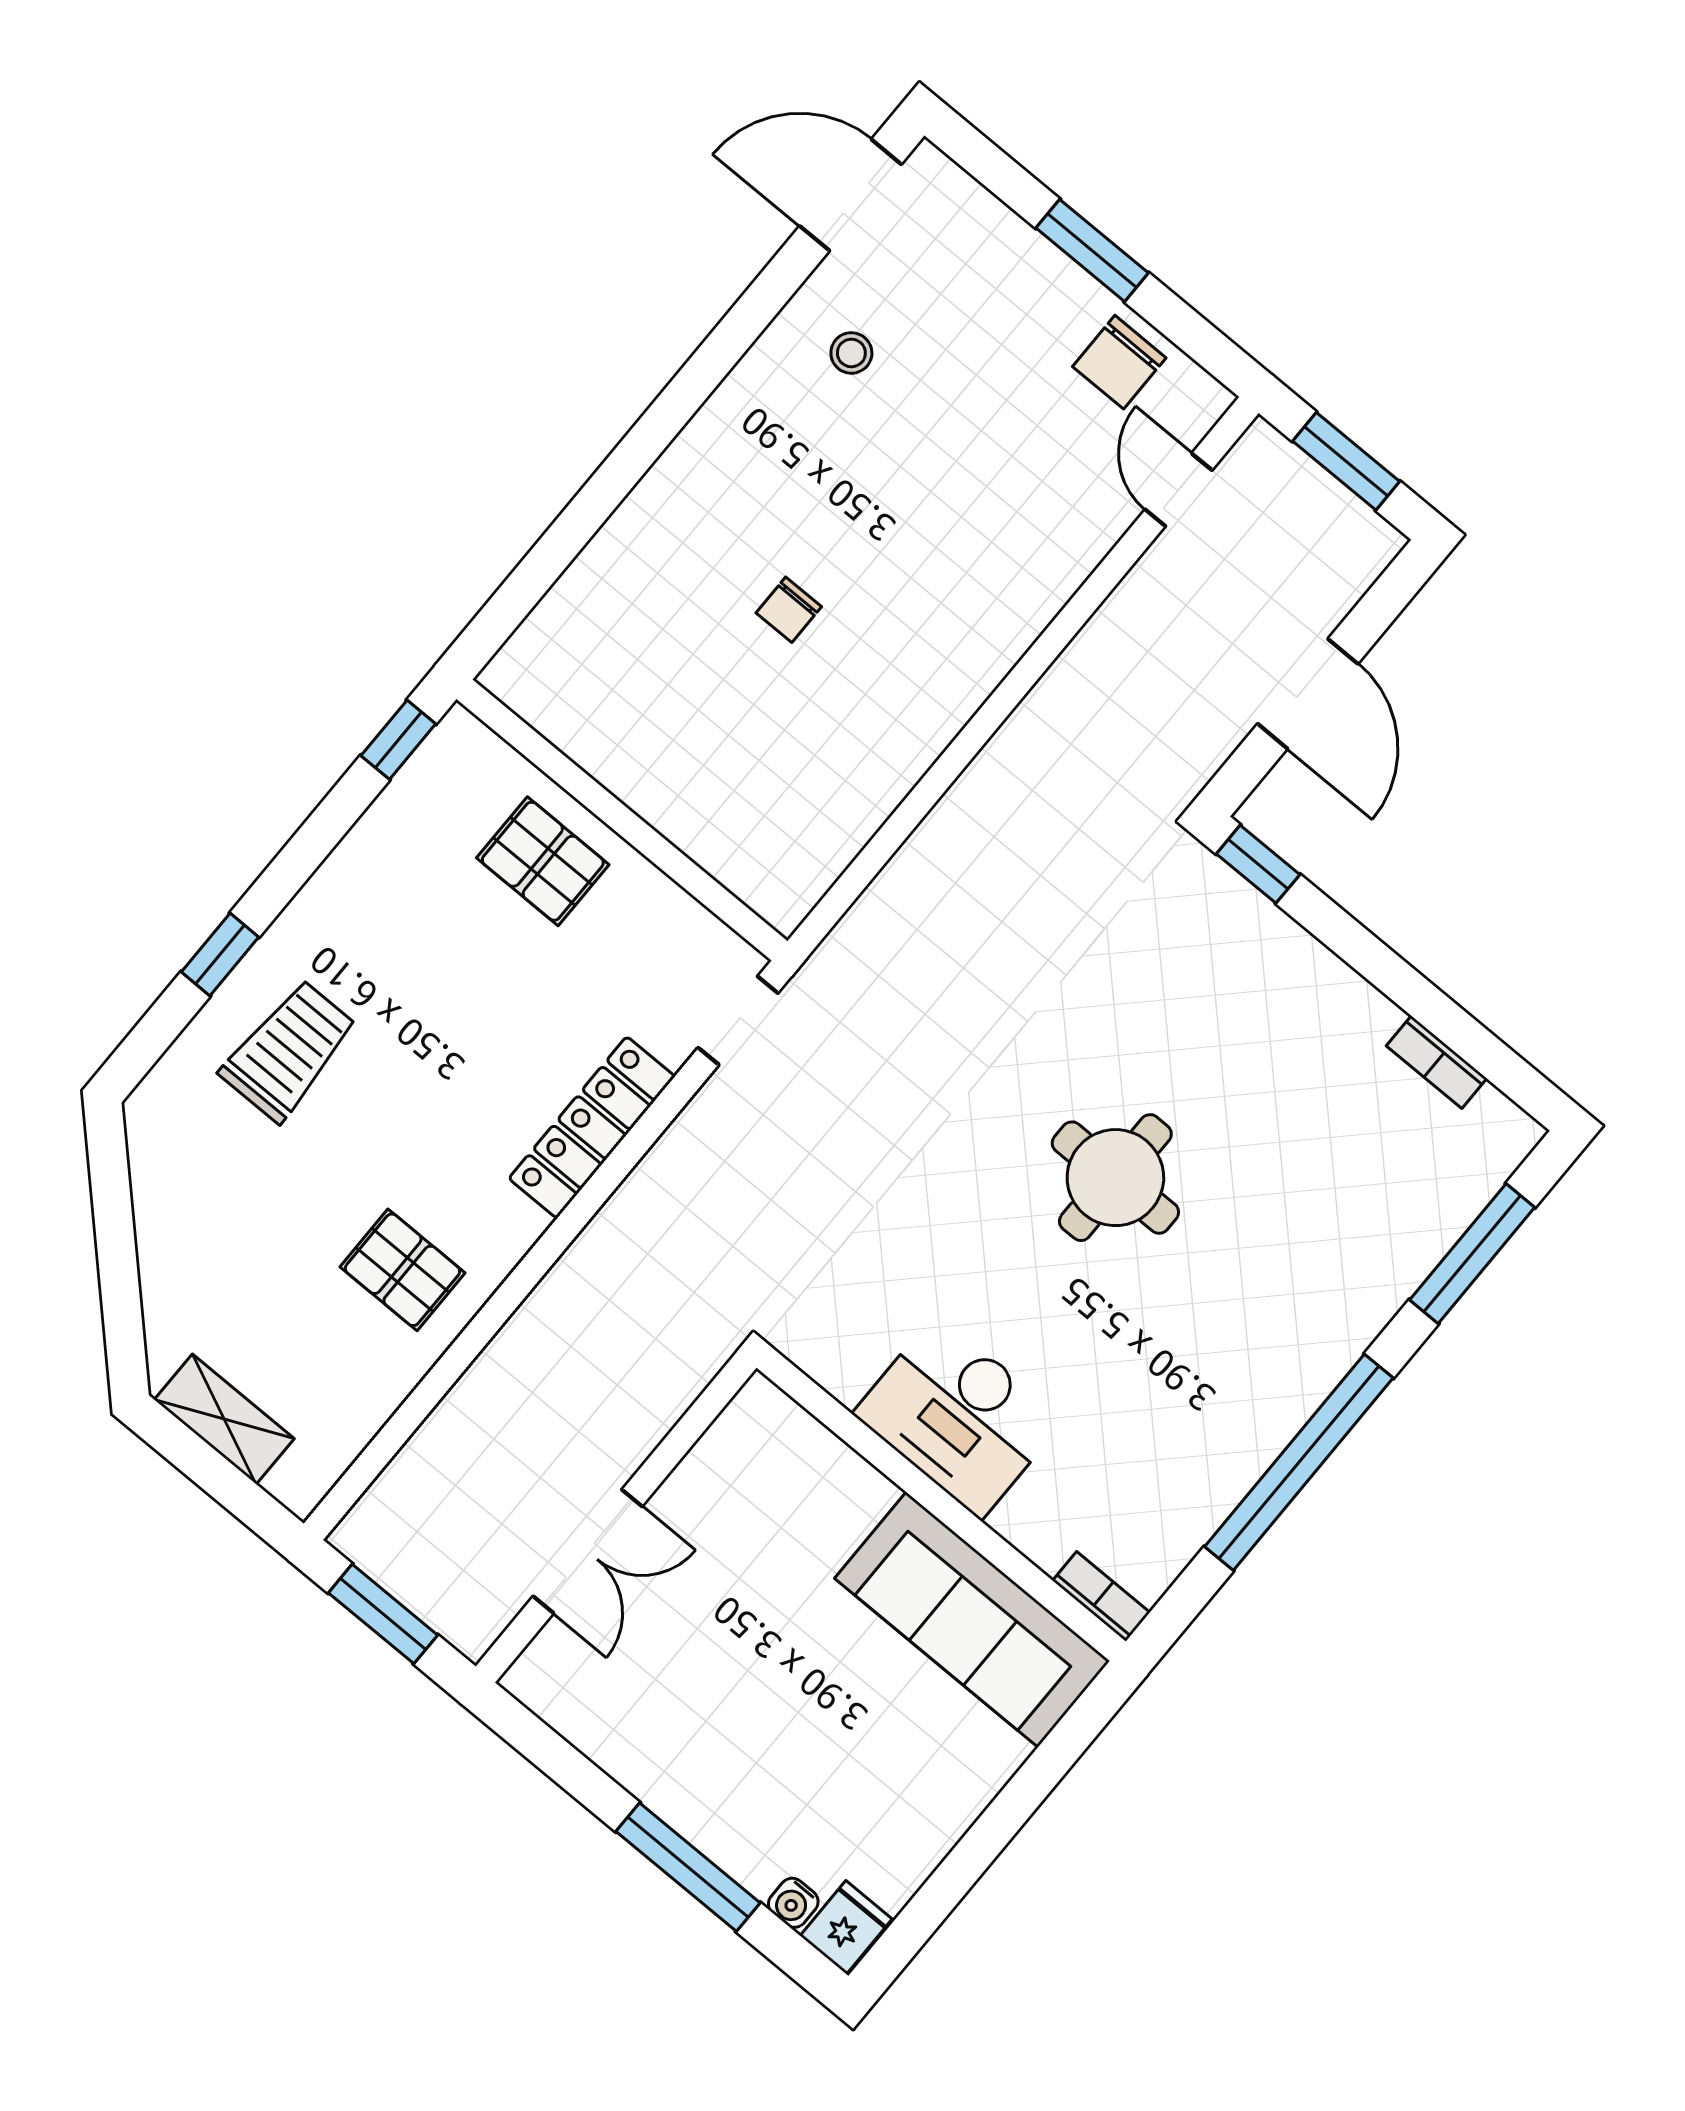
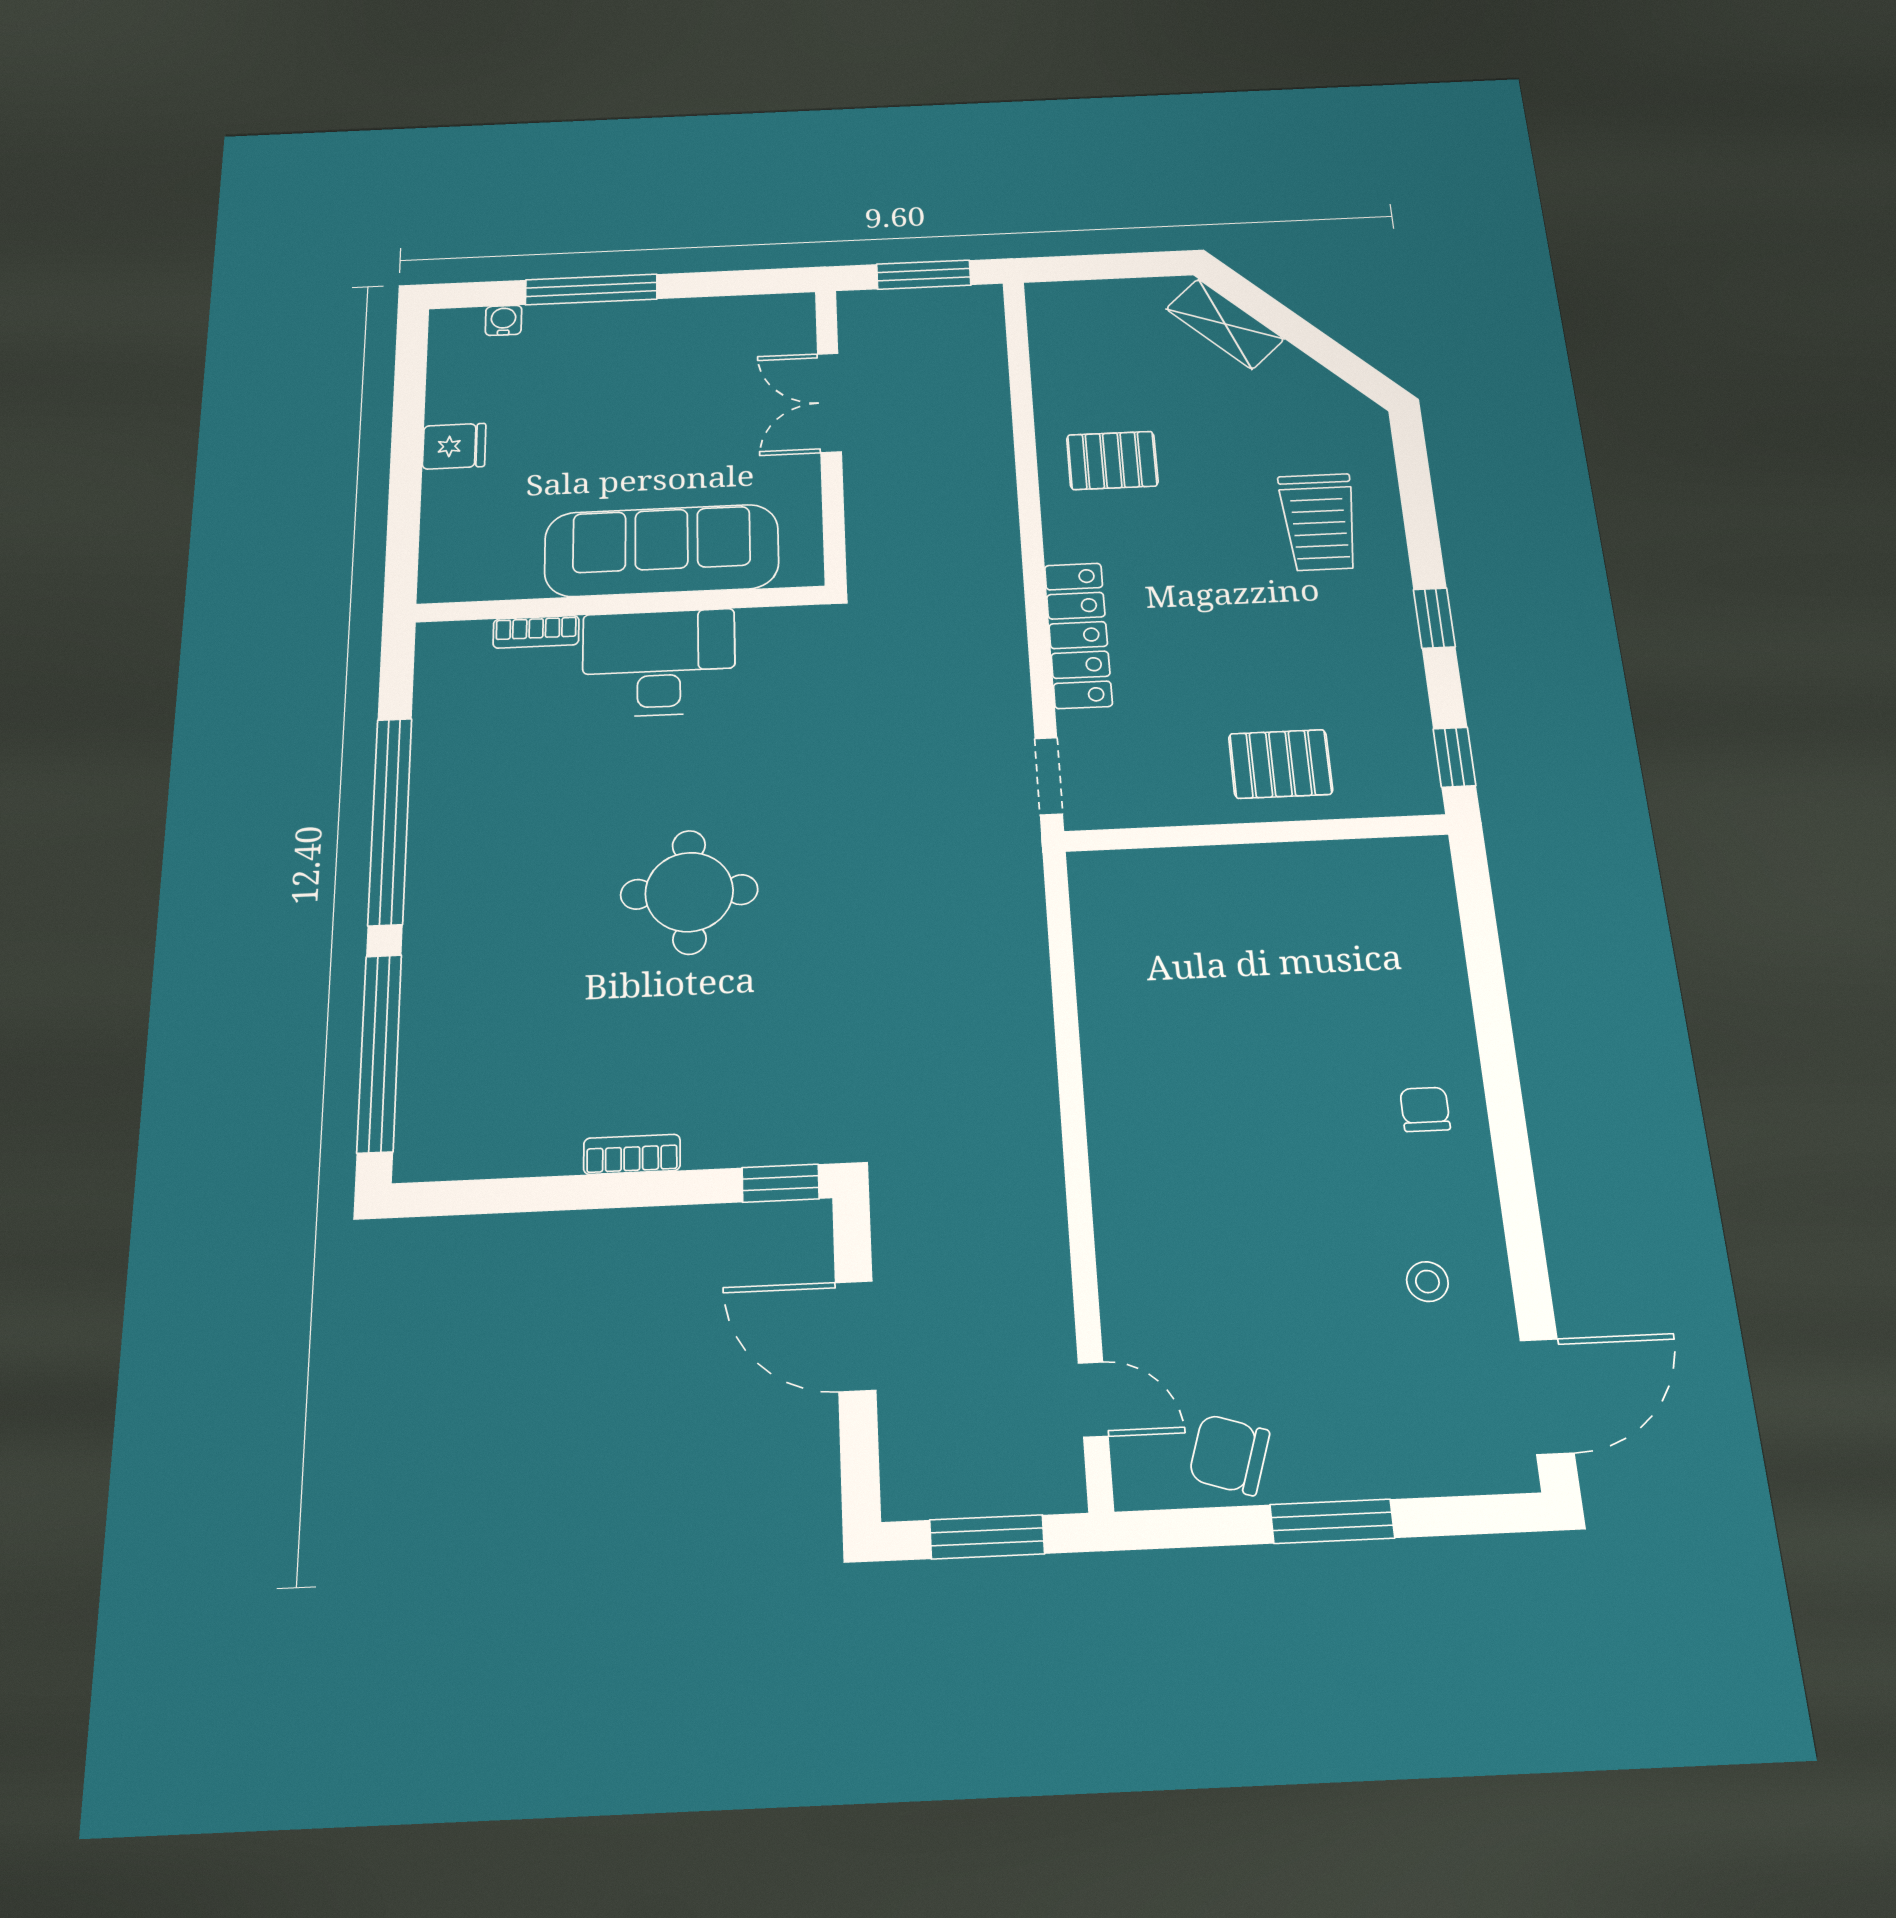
chair: (1119, 362) -> (1229, 1455), turned -72
chair: (789, 610) -> (1425, 1109), moved
window: (220, 954) -> (1434, 618), moved
bookcase: (1437, 1062) -> (632, 1154), moved
window: (1472, 1254) -> (379, 1053), width x1.46
shelving: (224, 1419) -> (1225, 324), moved, turned 45
bookcase: (1101, 1597) -> (536, 632), moved
sofa: (972, 1620) -> (662, 550), moved
fridge: (846, 1927) -> (454, 446), moved, turned -90

